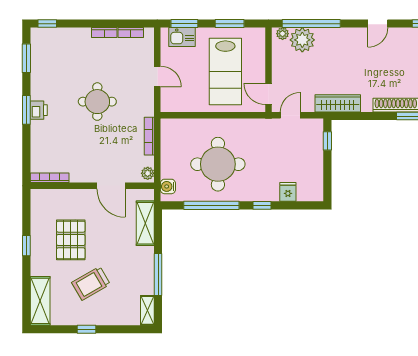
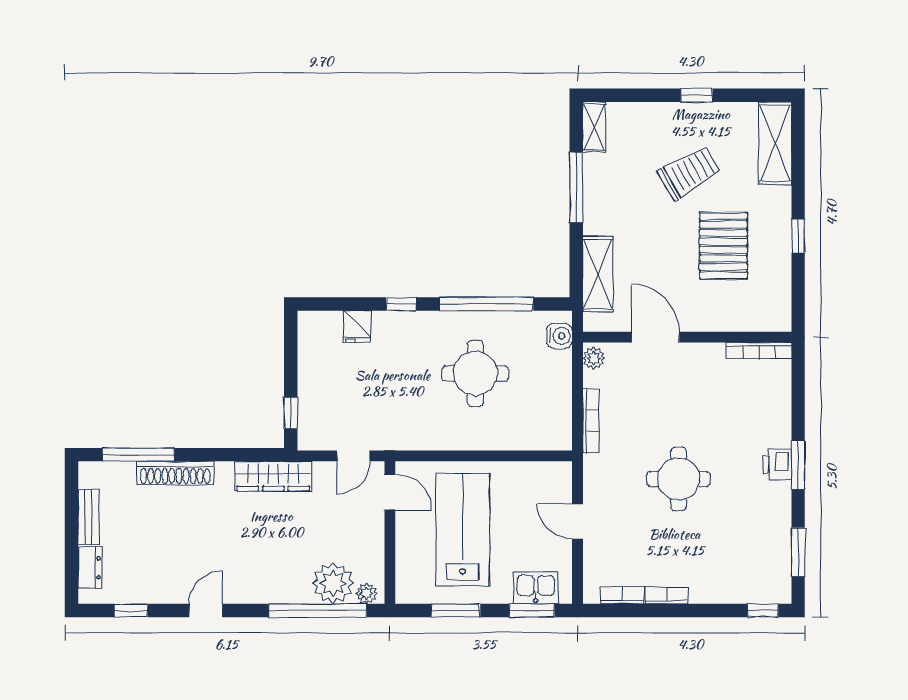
round table: (218, 164) -> (475, 374), width x0.73, depth x0.73

